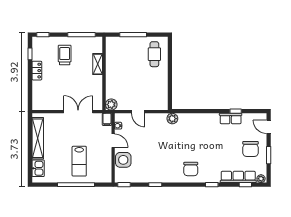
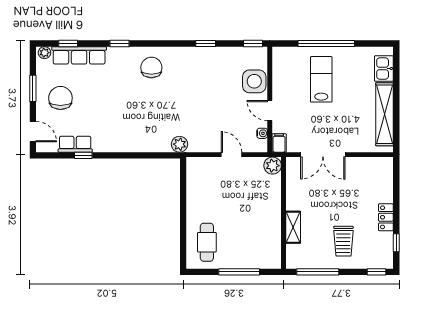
row of seats: (231, 119) -> (75, 144), moved

